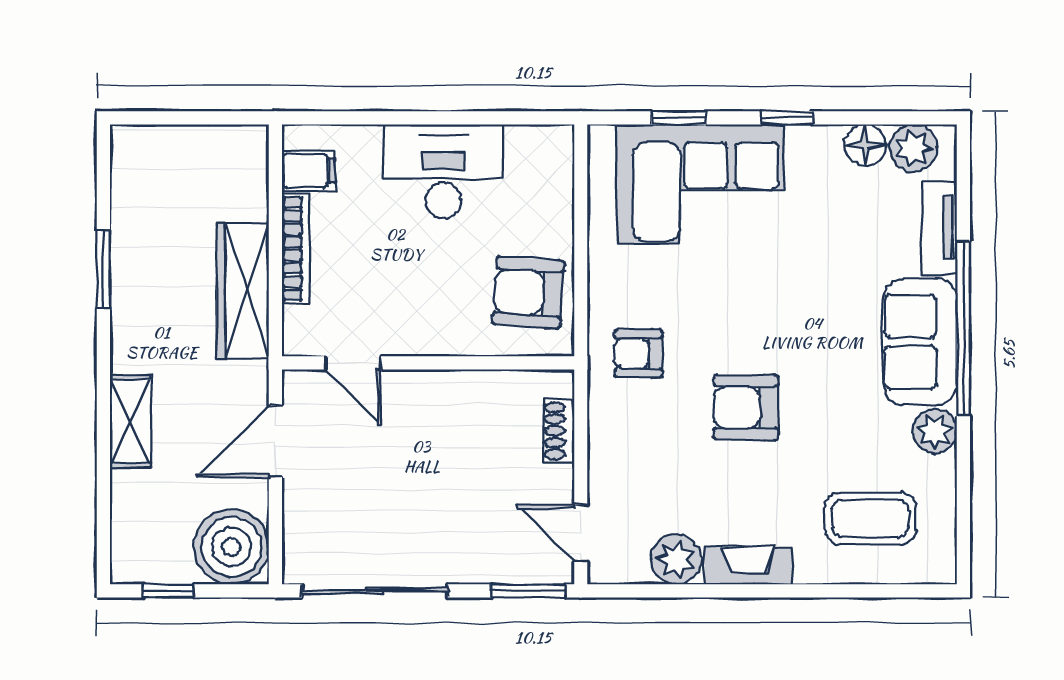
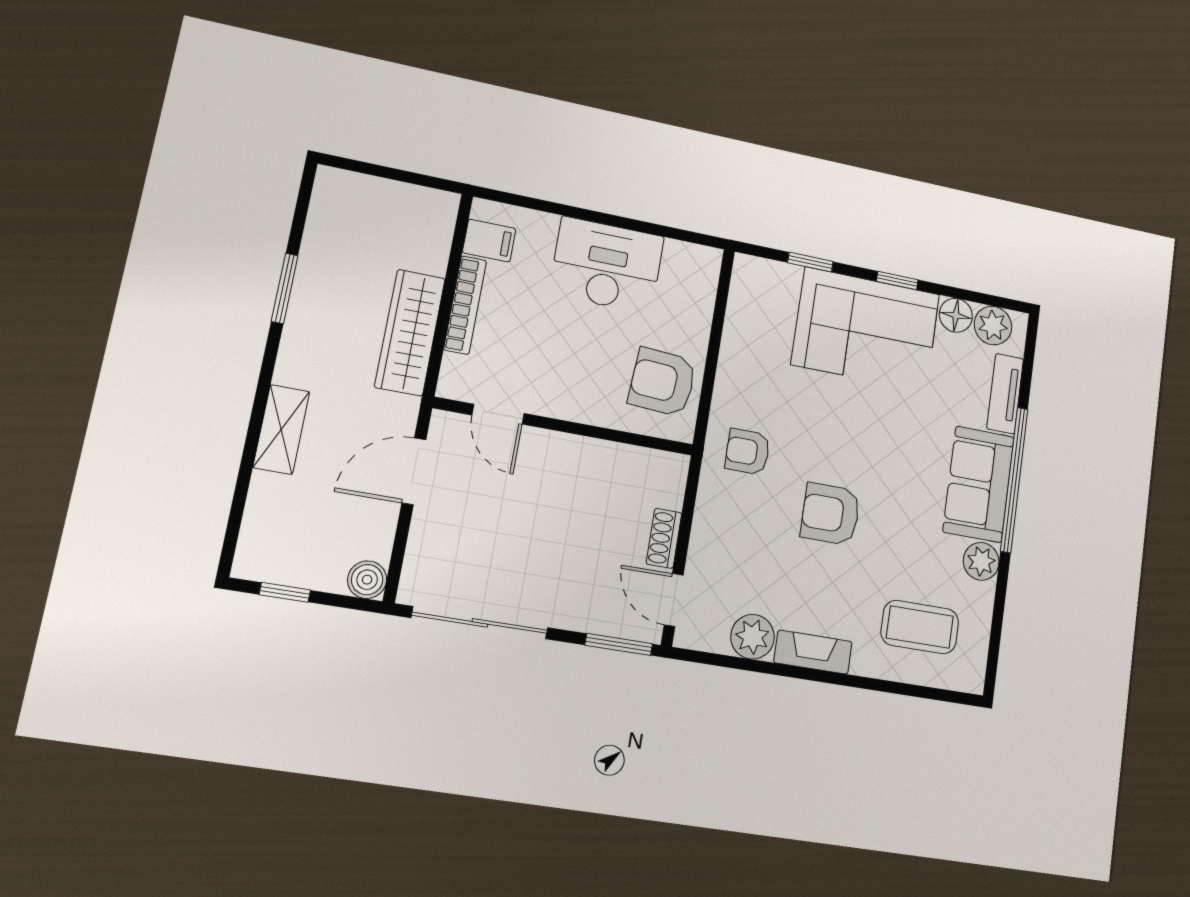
corner sofa: (700, 184) -> (866, 329), moved
shoe rack: (559, 431) -> (664, 538), moved
boiler: (231, 547) -> (367, 580), width x0.54, depth x0.54

